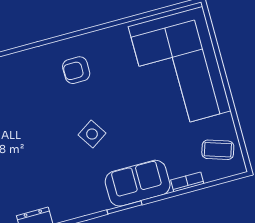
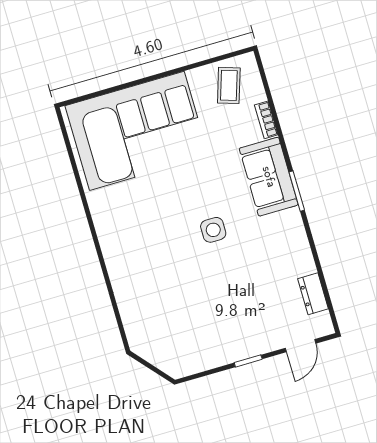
armchair: (76, 70) -> (140, 249), removed
side table: (92, 134) -> (213, 230), turned 33

